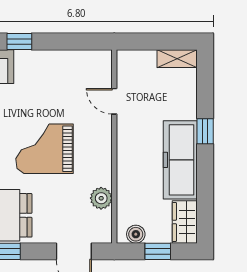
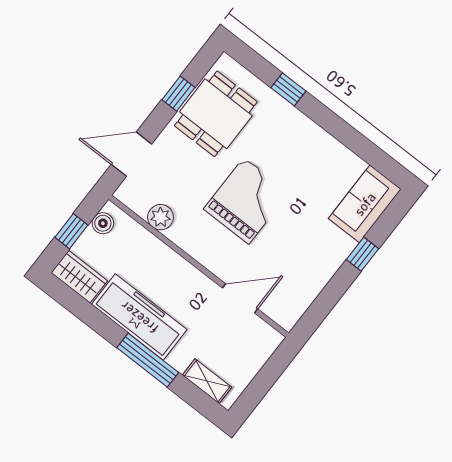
shelving: (177, 59) -> (207, 381), moved, turned 90
door: (114, 101) -> (240, 298), width x1.38
window: (205, 131) -> (148, 360), width x2.17

